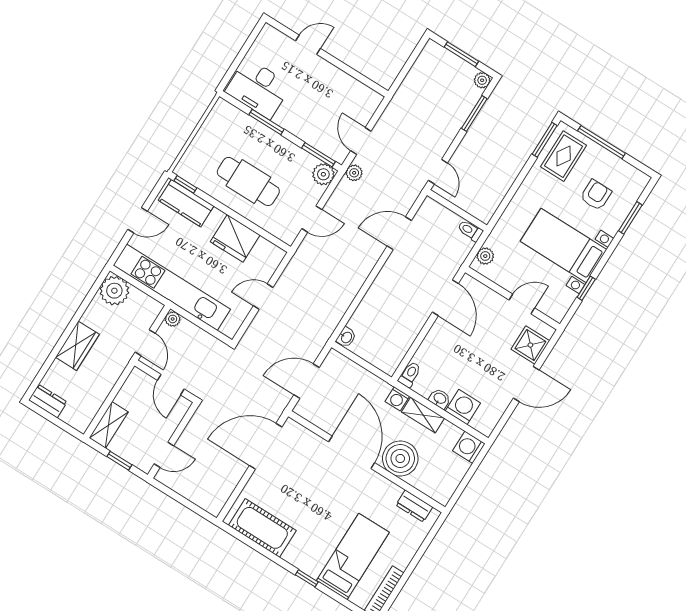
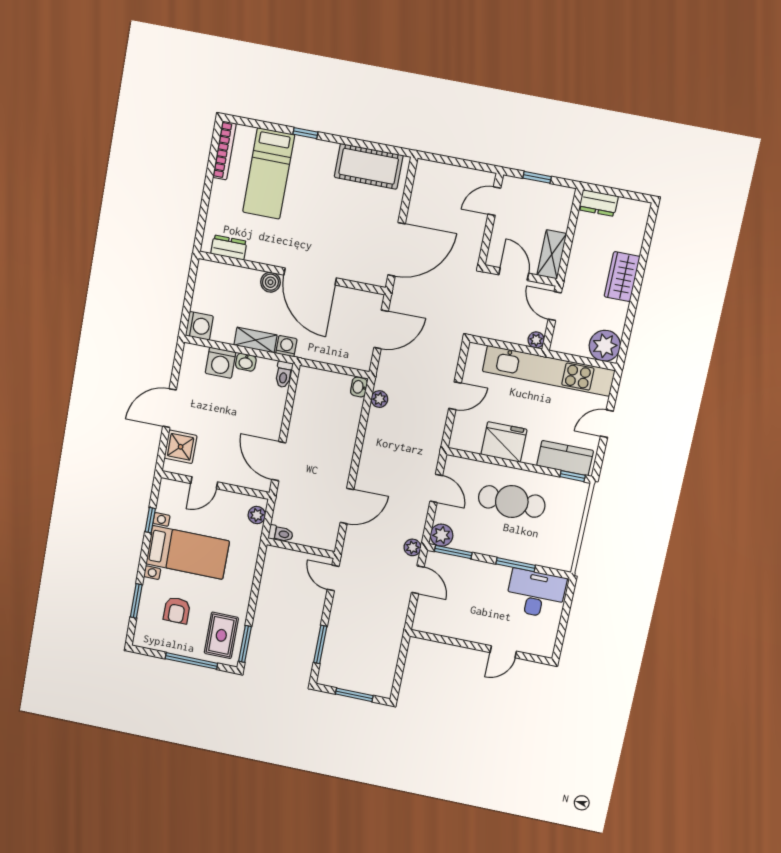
plant: (482, 80) -> (379, 399), moved
door: (312, 219) -> (436, 488), swing flipped
dresser: (48, 401) -> (598, 203), moved
shelving: (109, 425) -> (552, 254), moved
boiler: (400, 458) -> (270, 282), width x0.54, depth x0.54

